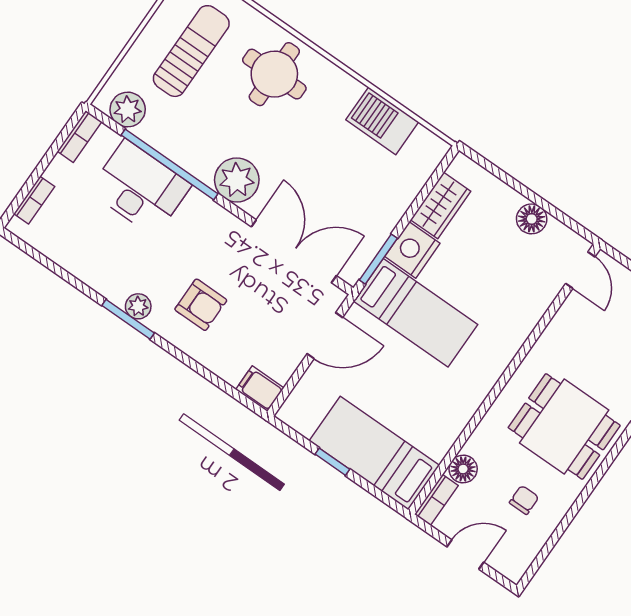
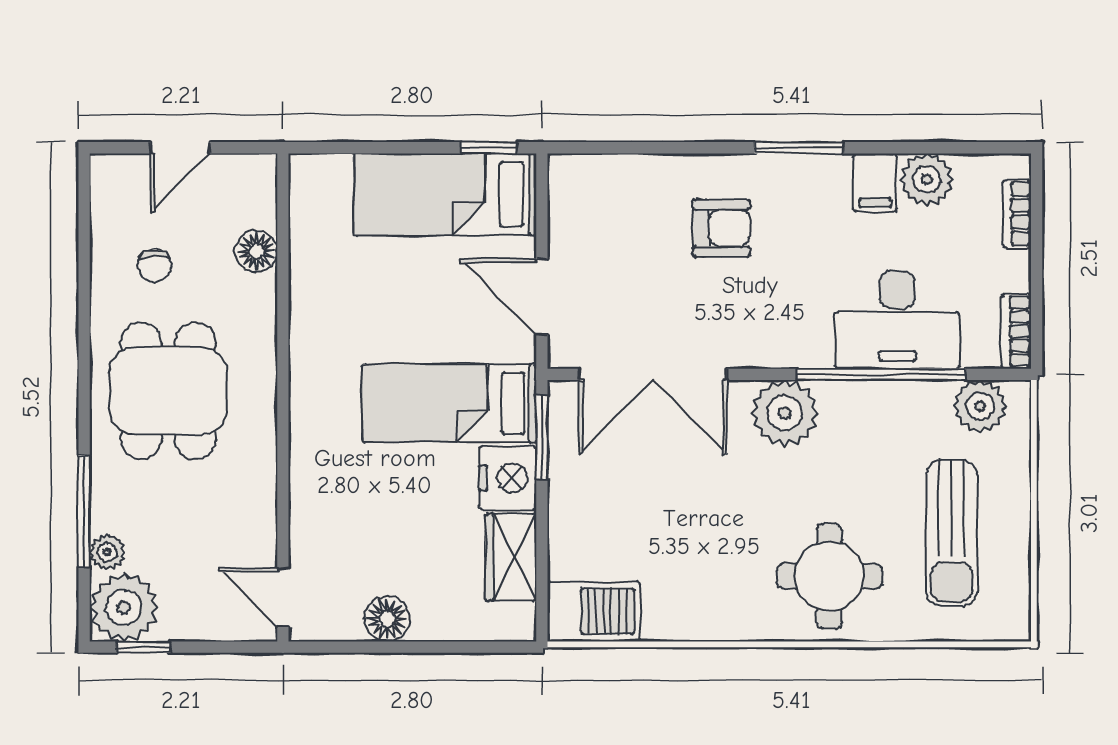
barbecue: (382, 121) -> (594, 611), moved
armchair: (201, 305) -> (721, 228), turned 180
plant: (138, 306) -> (927, 179), moved, width x1.38, depth x1.38
door: (325, 336) -> (542, 297), hinge flipped
filing cabinet: (260, 389) -> (875, 182), moved, turned 90
dining table: (564, 426) -> (168, 391), turned 90
bed: (374, 453) -> (445, 194), moved, turned 180
window: (332, 462) -> (489, 148), moved
bookcase: (436, 500) -> (263, 190), removed

